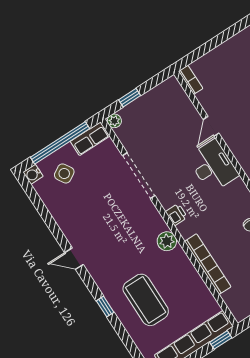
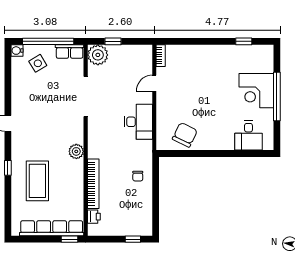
plant: (114, 121) -> (98, 55), width x1.88, depth x1.88
door: (211, 126) -> (154, 83), moved
printer: (176, 215) -> (94, 217), moved

